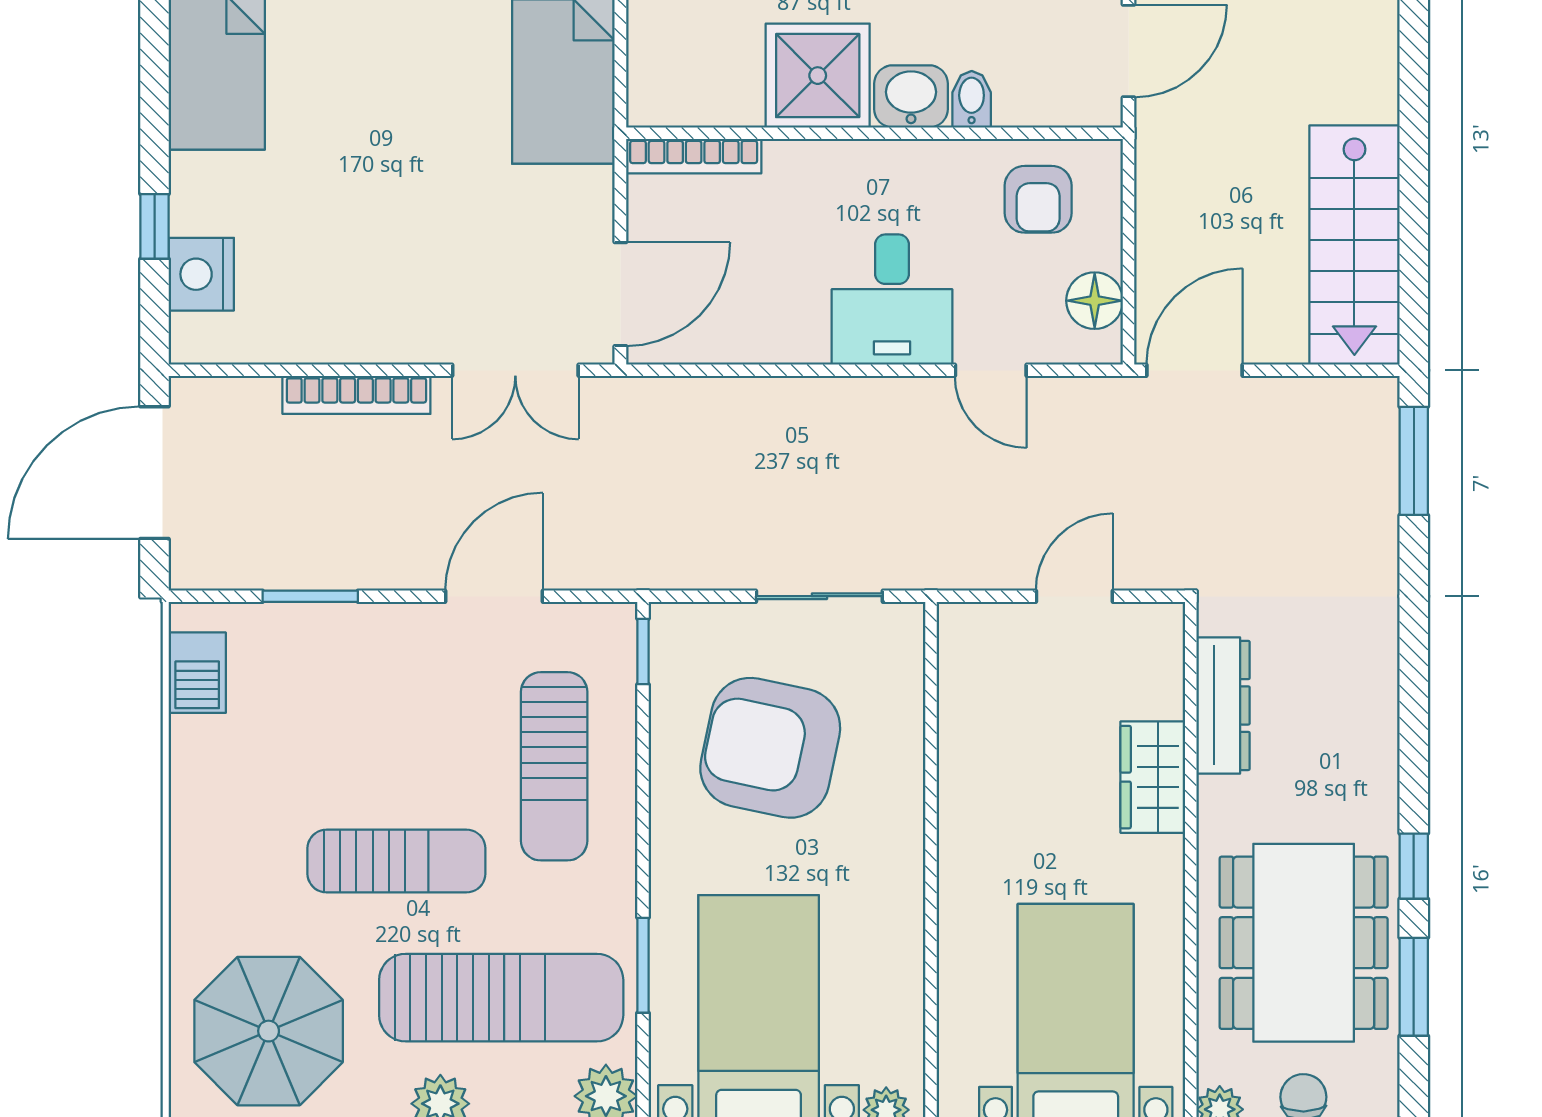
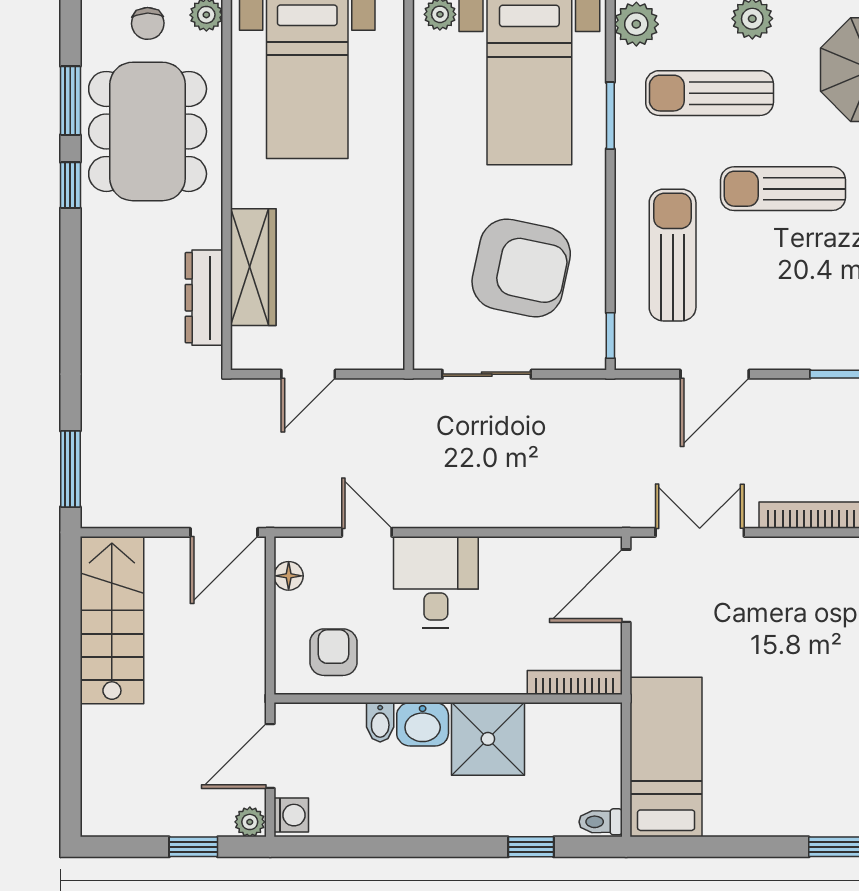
floor lamp: (1095, 301) -> (289, 576), width x0.73, depth x0.73
wardrobe: (1153, 777) -> (253, 267), width x1.50
sun lounger: (501, 998) -> (710, 93), width x0.73, depth x0.75

